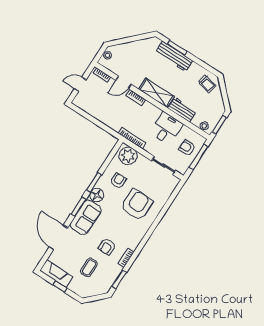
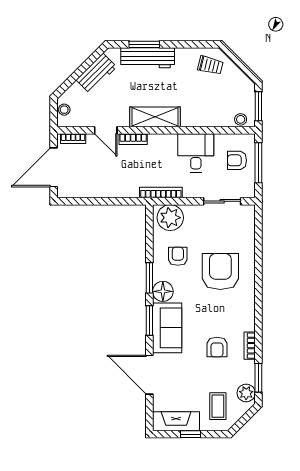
door: (124, 82) -> (106, 130), hinge flipped
door: (80, 84) -> (54, 167), width x1.88
workbench: (182, 110) -> (96, 73), moved, turned 135
coffee table: (89, 267) -> (218, 406), moved
plant: (107, 284) -> (246, 393), added

